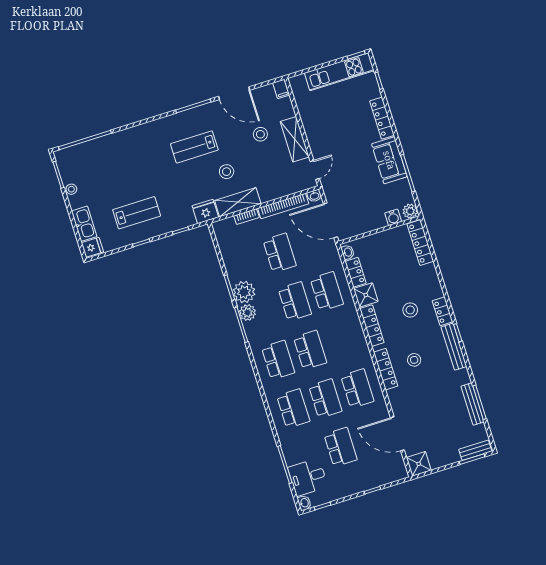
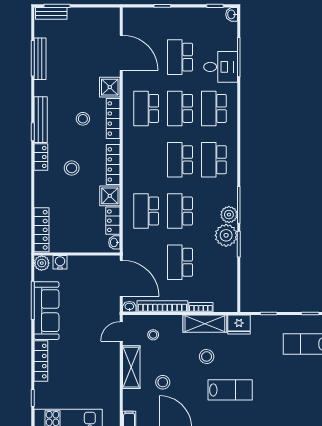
sofa: (389, 160) -> (46, 311), width x1.36
stool: (284, 176) -> (153, 335), added
shower: (419, 464) -> (110, 87), moved
desk: (308, 477) -> (221, 67), moved

